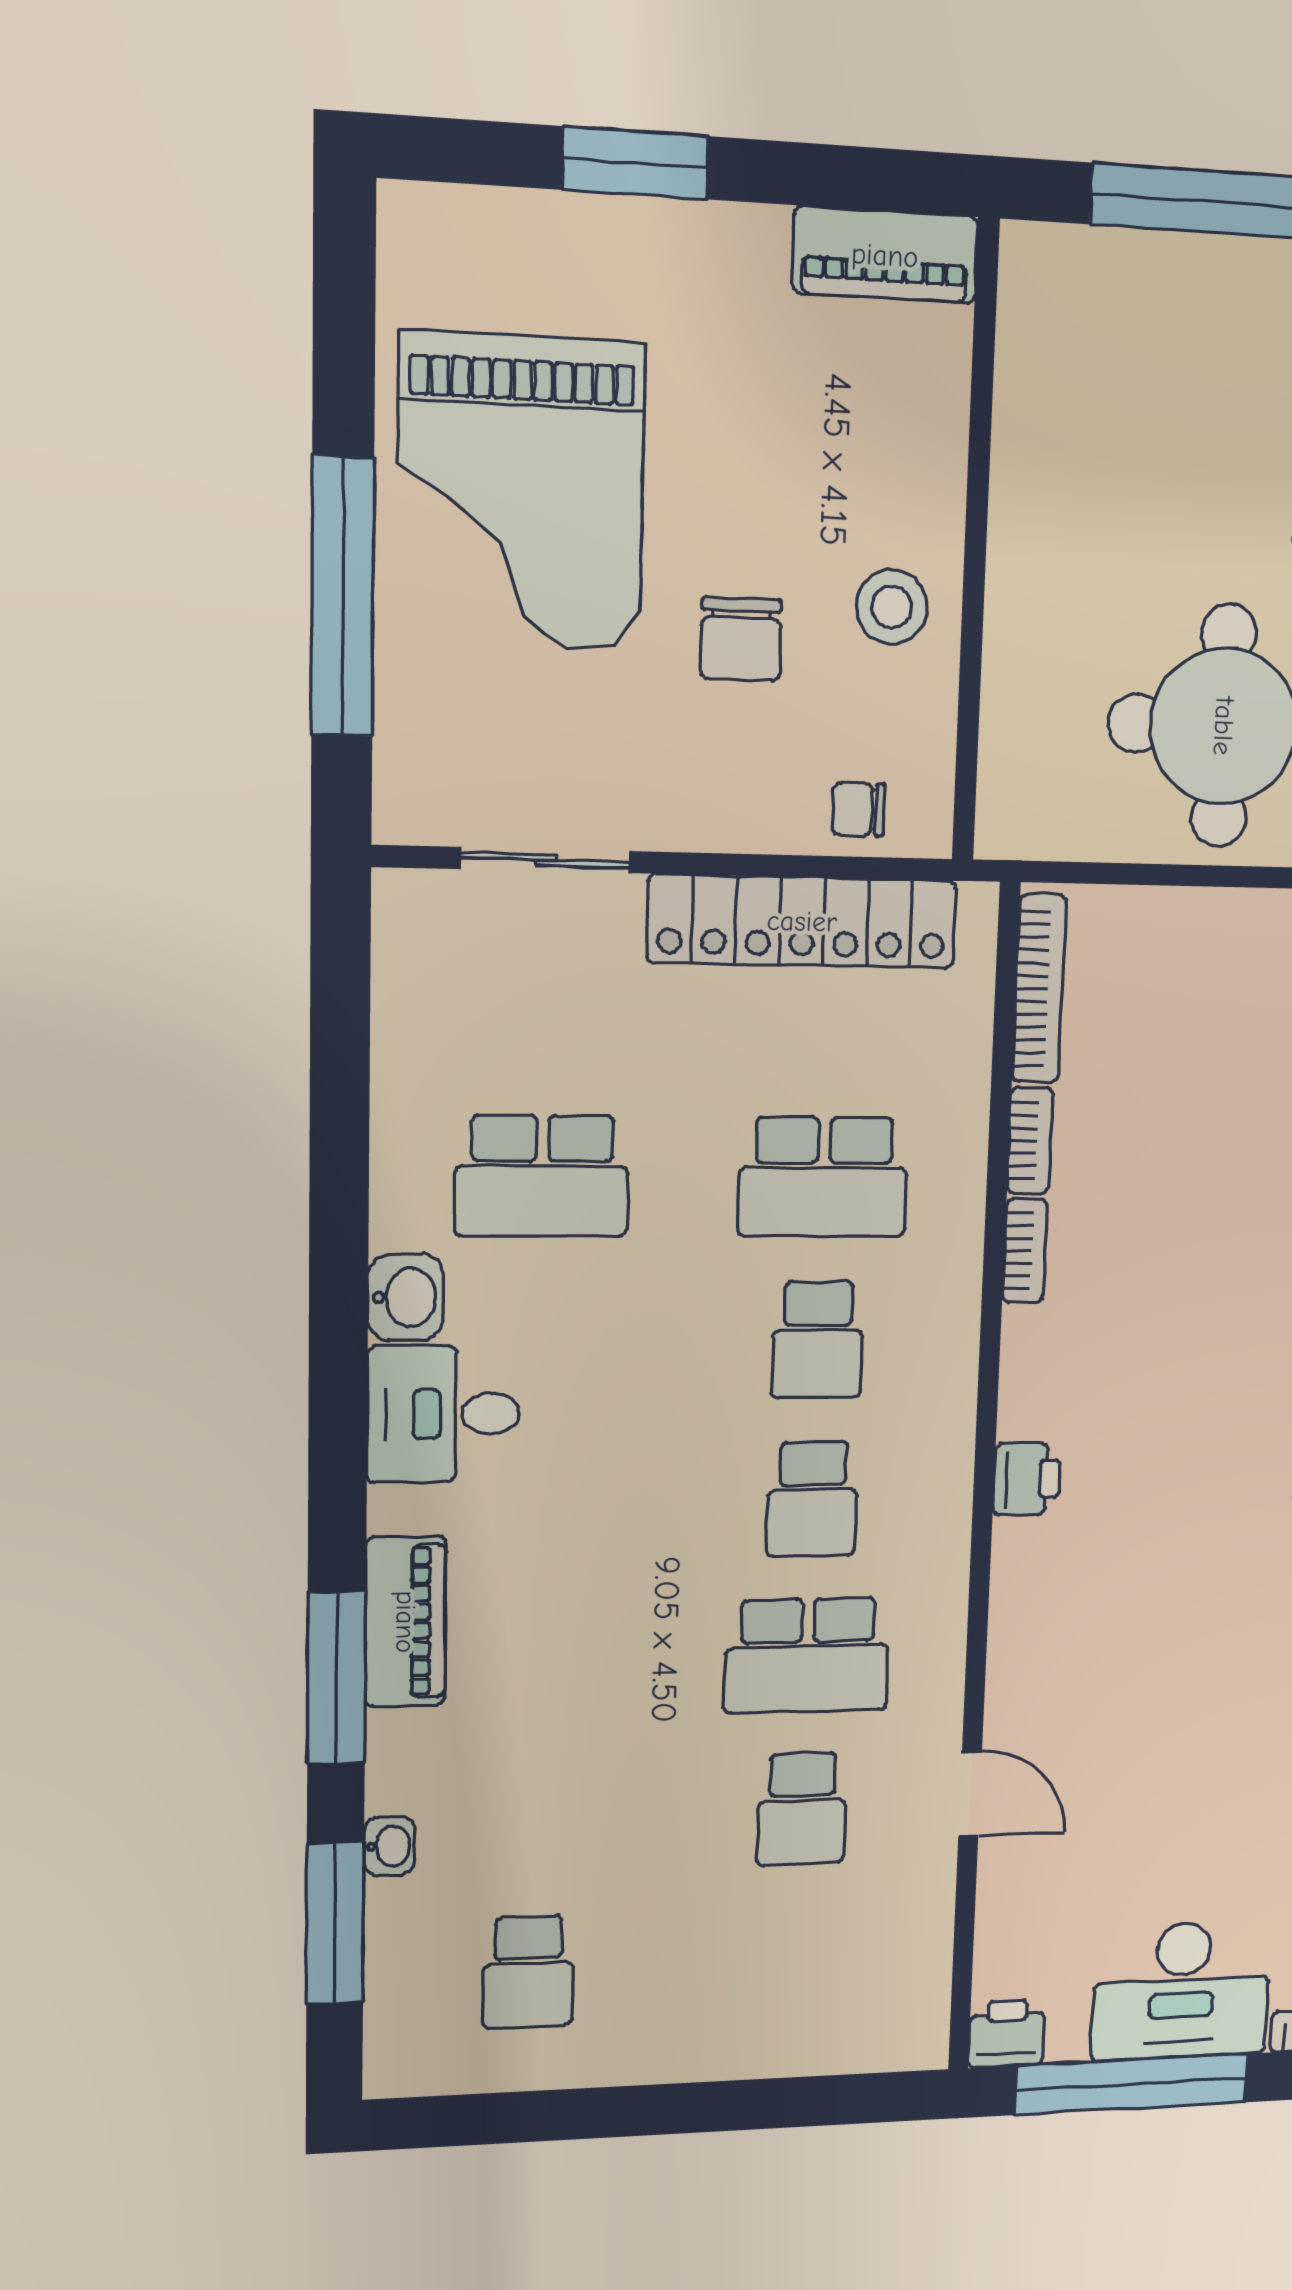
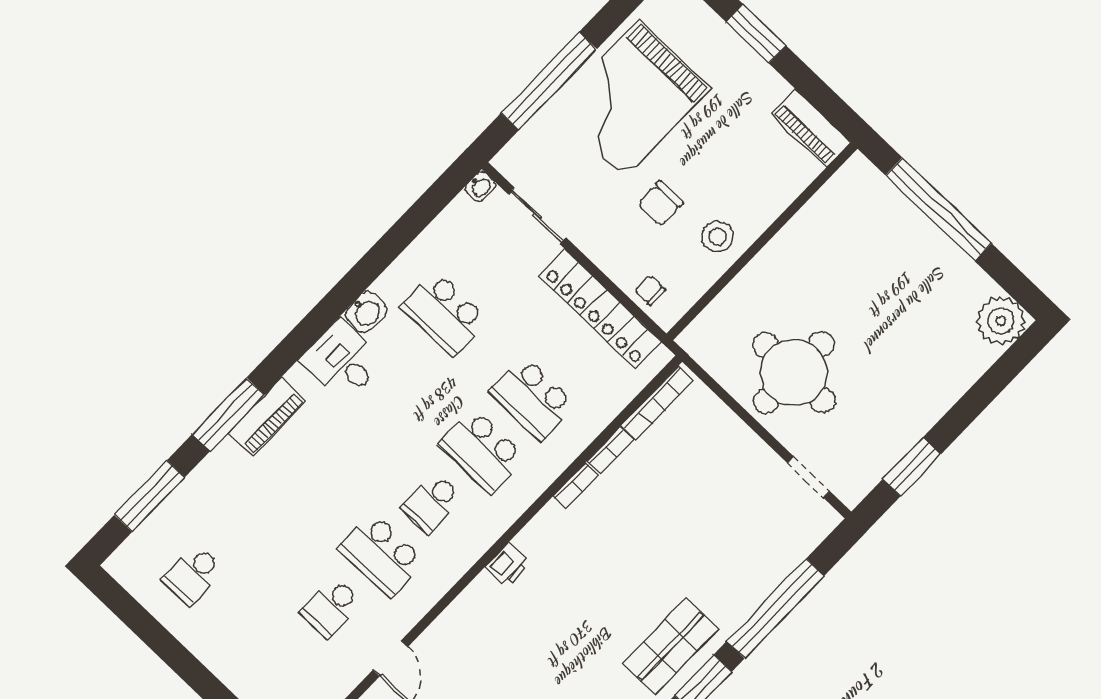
school desk: (818, 1340) -> (482, 451), width x1.85
washbasin: (389, 1846) -> (480, 186), moved

